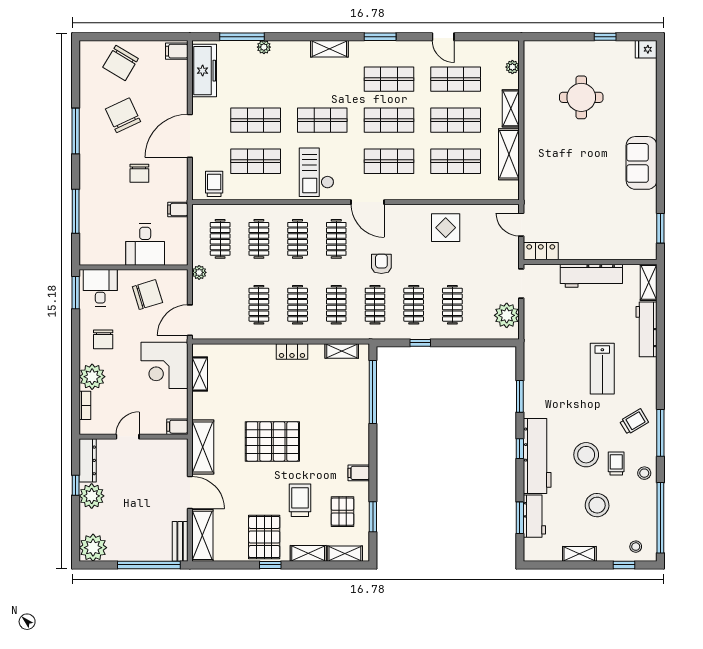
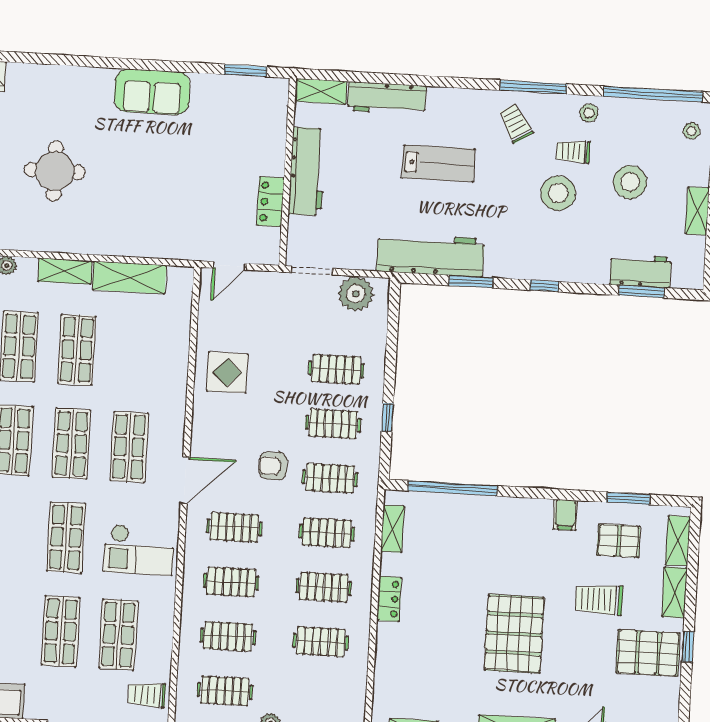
shop shelf: (456, 161) -> (135, 353), removed
locker: (541, 251) -> (270, 202), moved
workbench: (537, 456) -> (430, 255), moved

